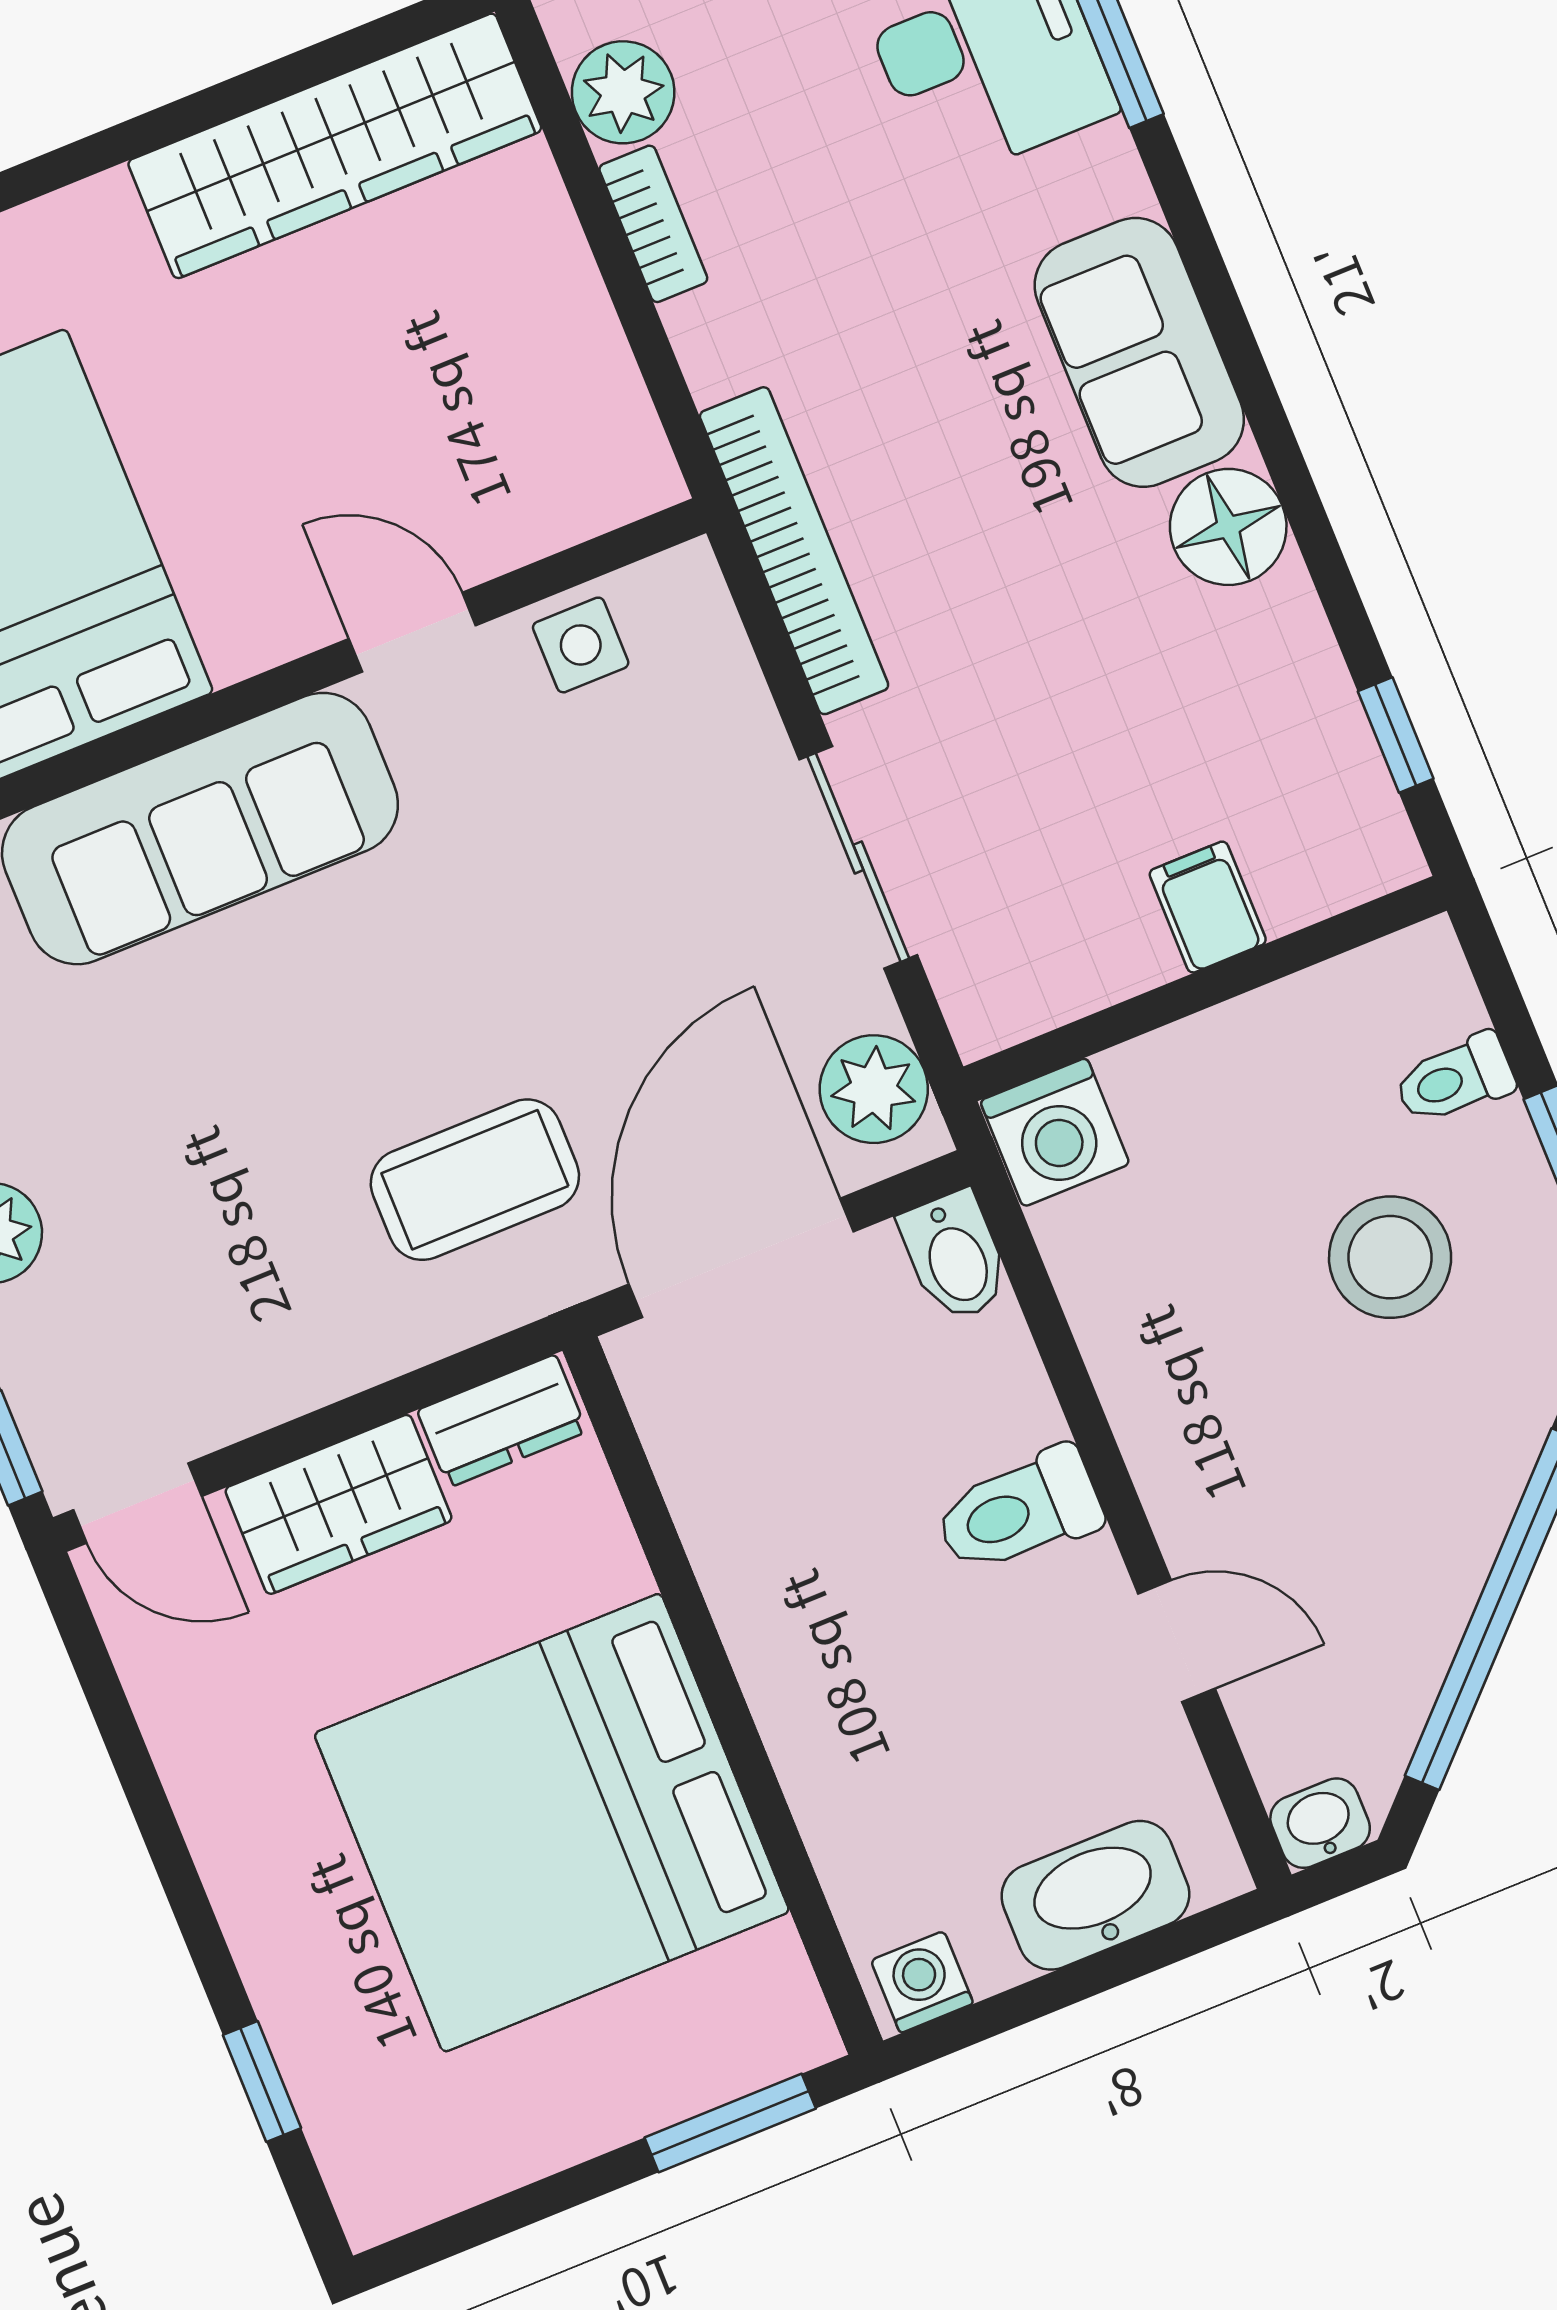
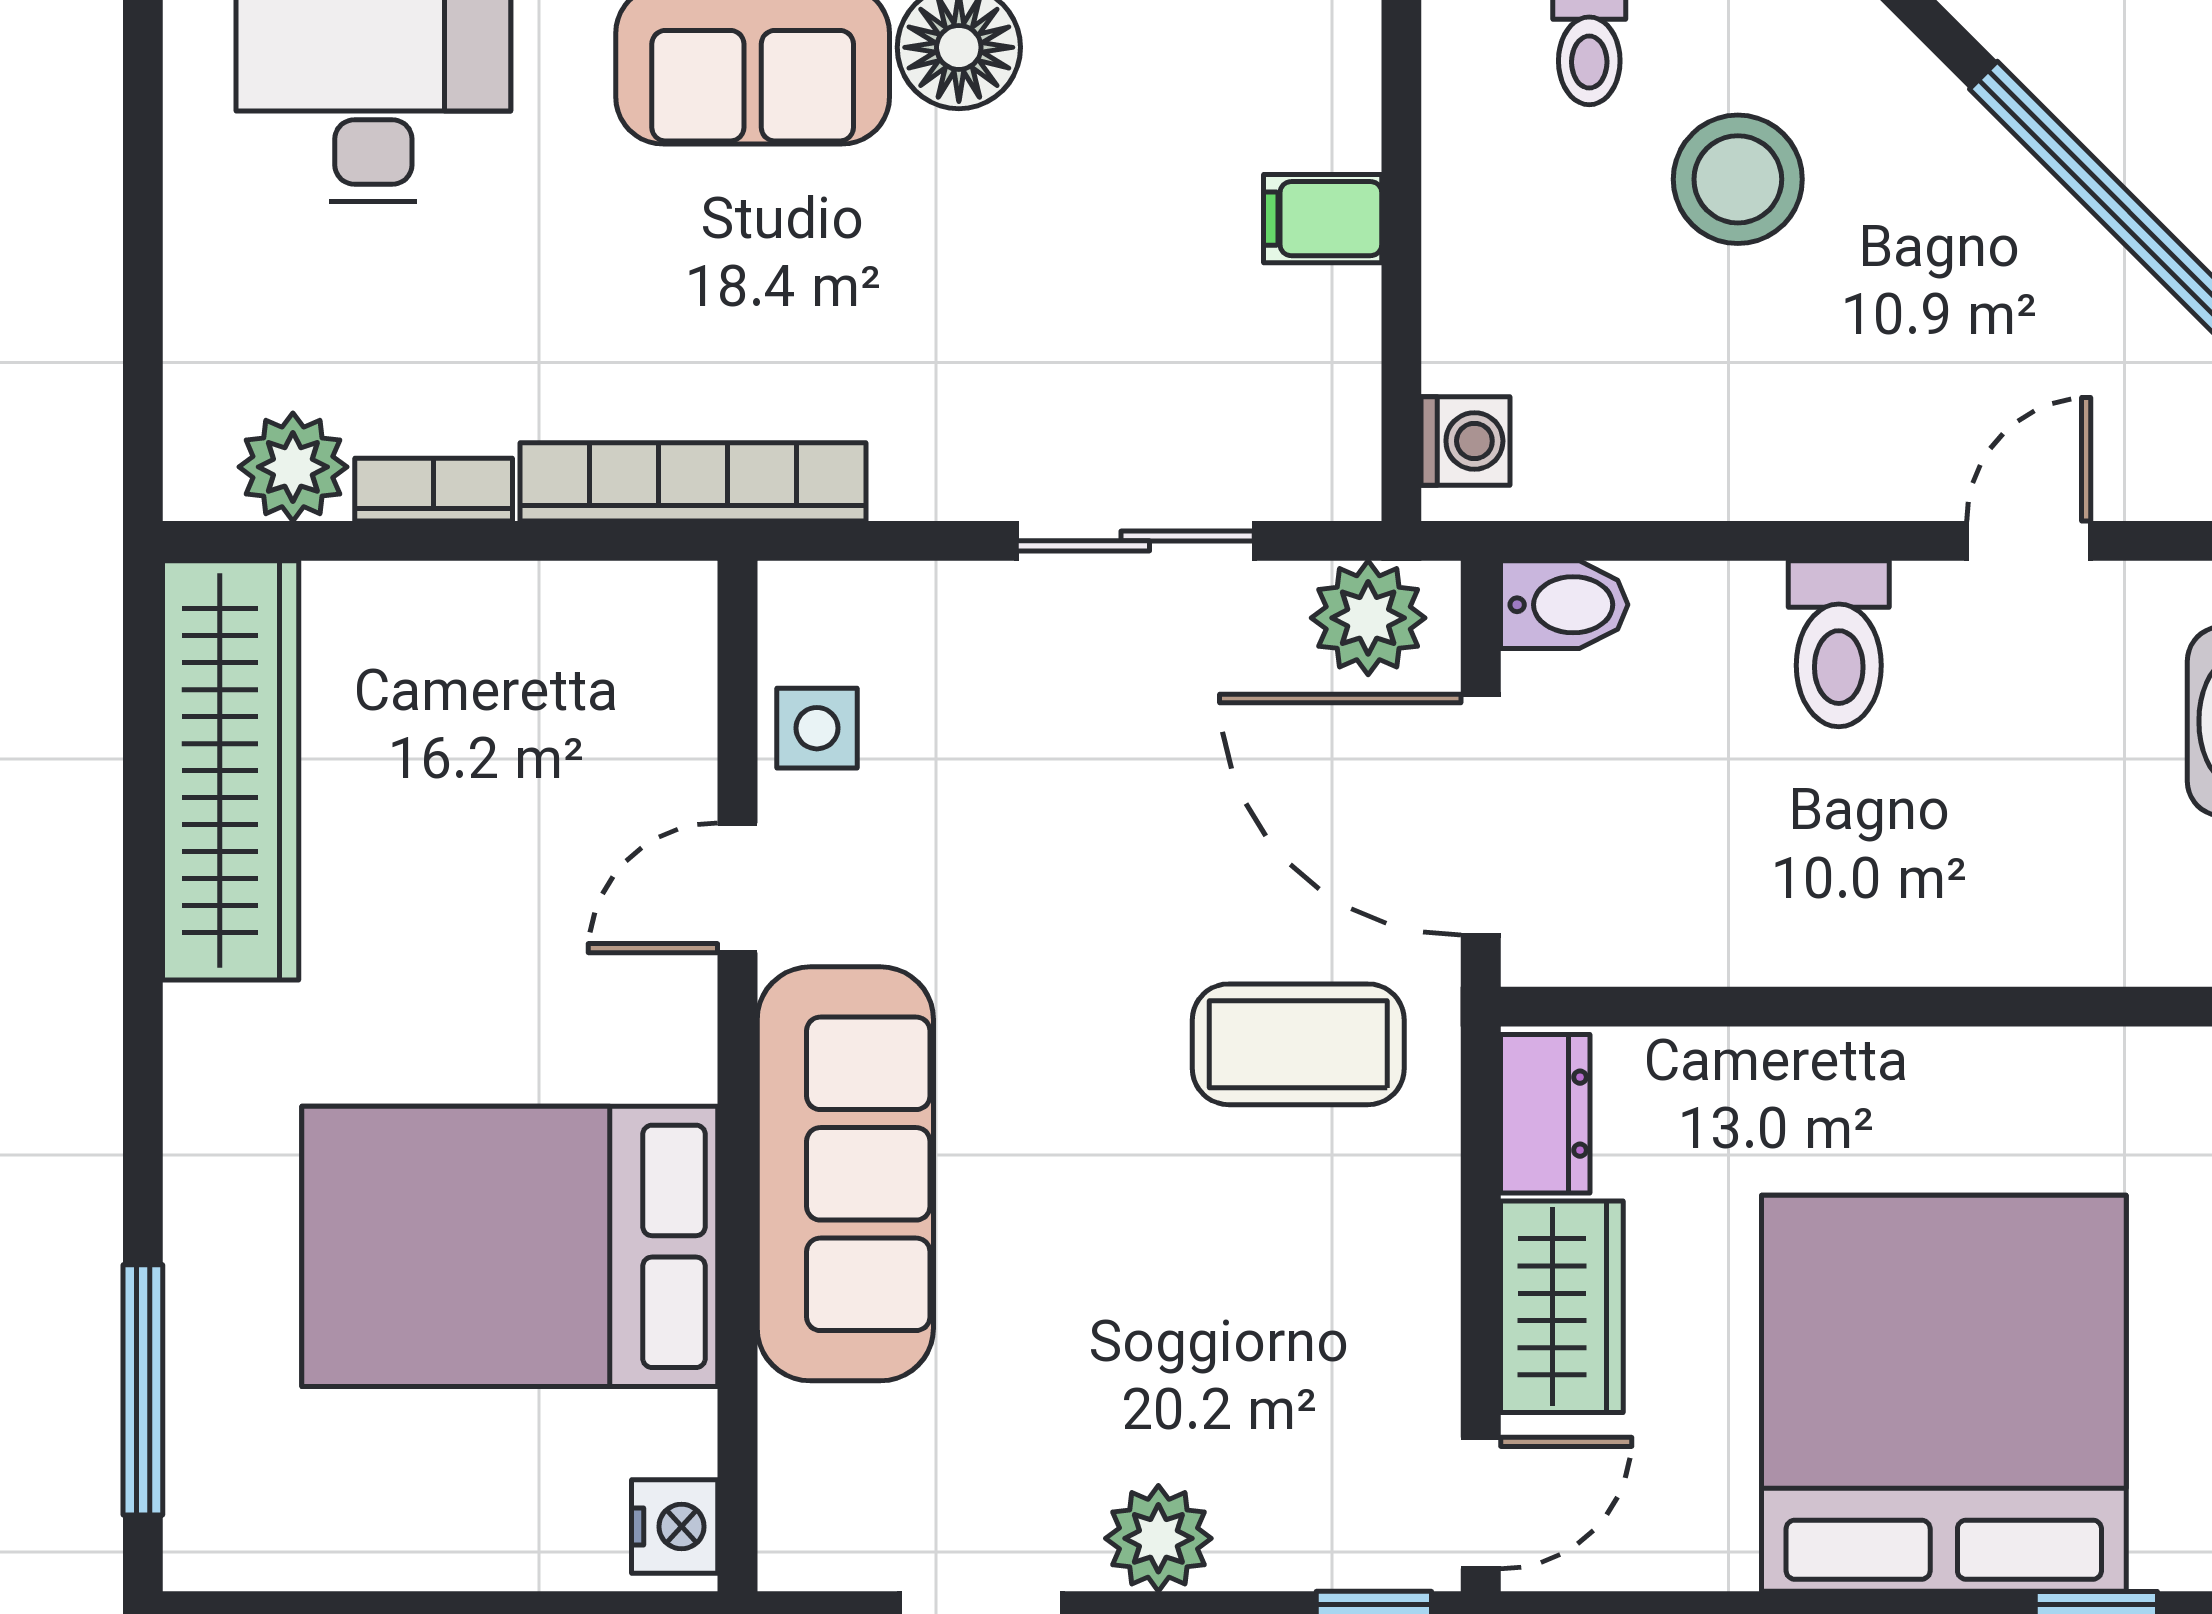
bookcase: (794, 551) -> (693, 482), moved
washing machine: (1055, 1132) -> (1466, 441), width x0.73, depth x0.73
coffee table: (475, 1180) -> (1298, 1044), turned 90
bed: (552, 1823) -> (1944, 1393), moved, turned 180

